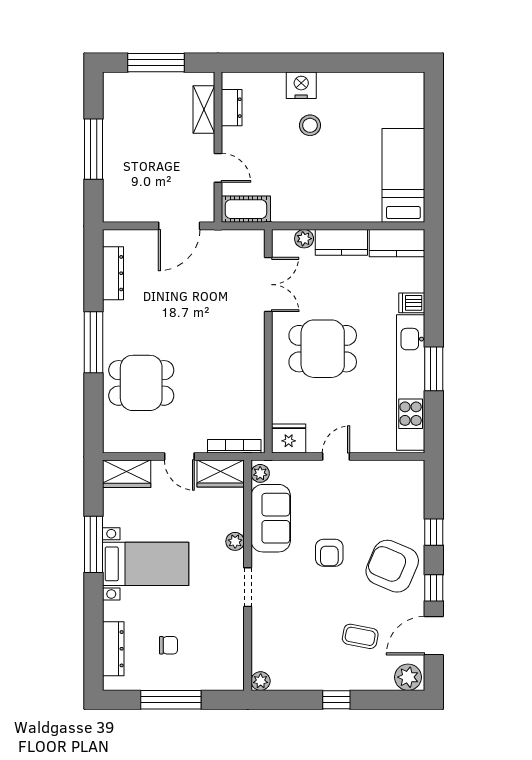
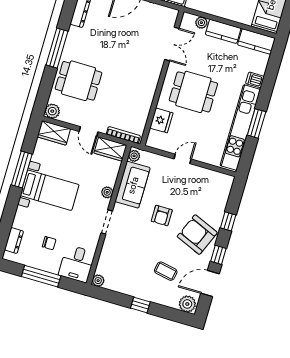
fridge: (289, 438) -> (161, 120), moved, turned 90
plant: (115, 441) -> (52, 111), added
dresser: (113, 649) -> (14, 241), width x0.70
desk: (220, 665) -> (77, 264), added

